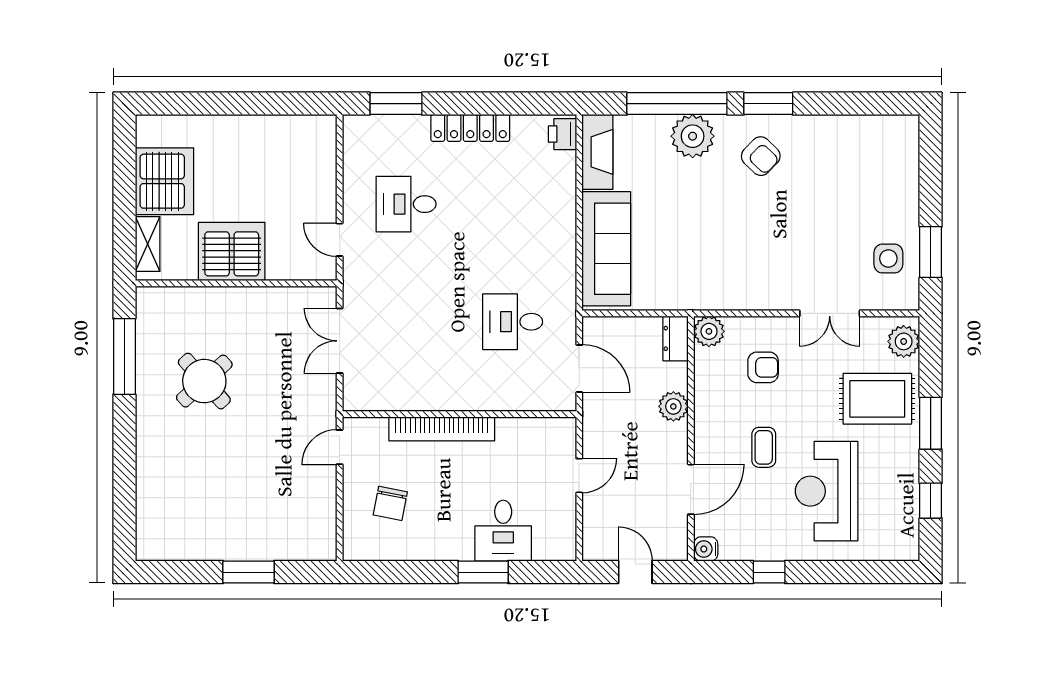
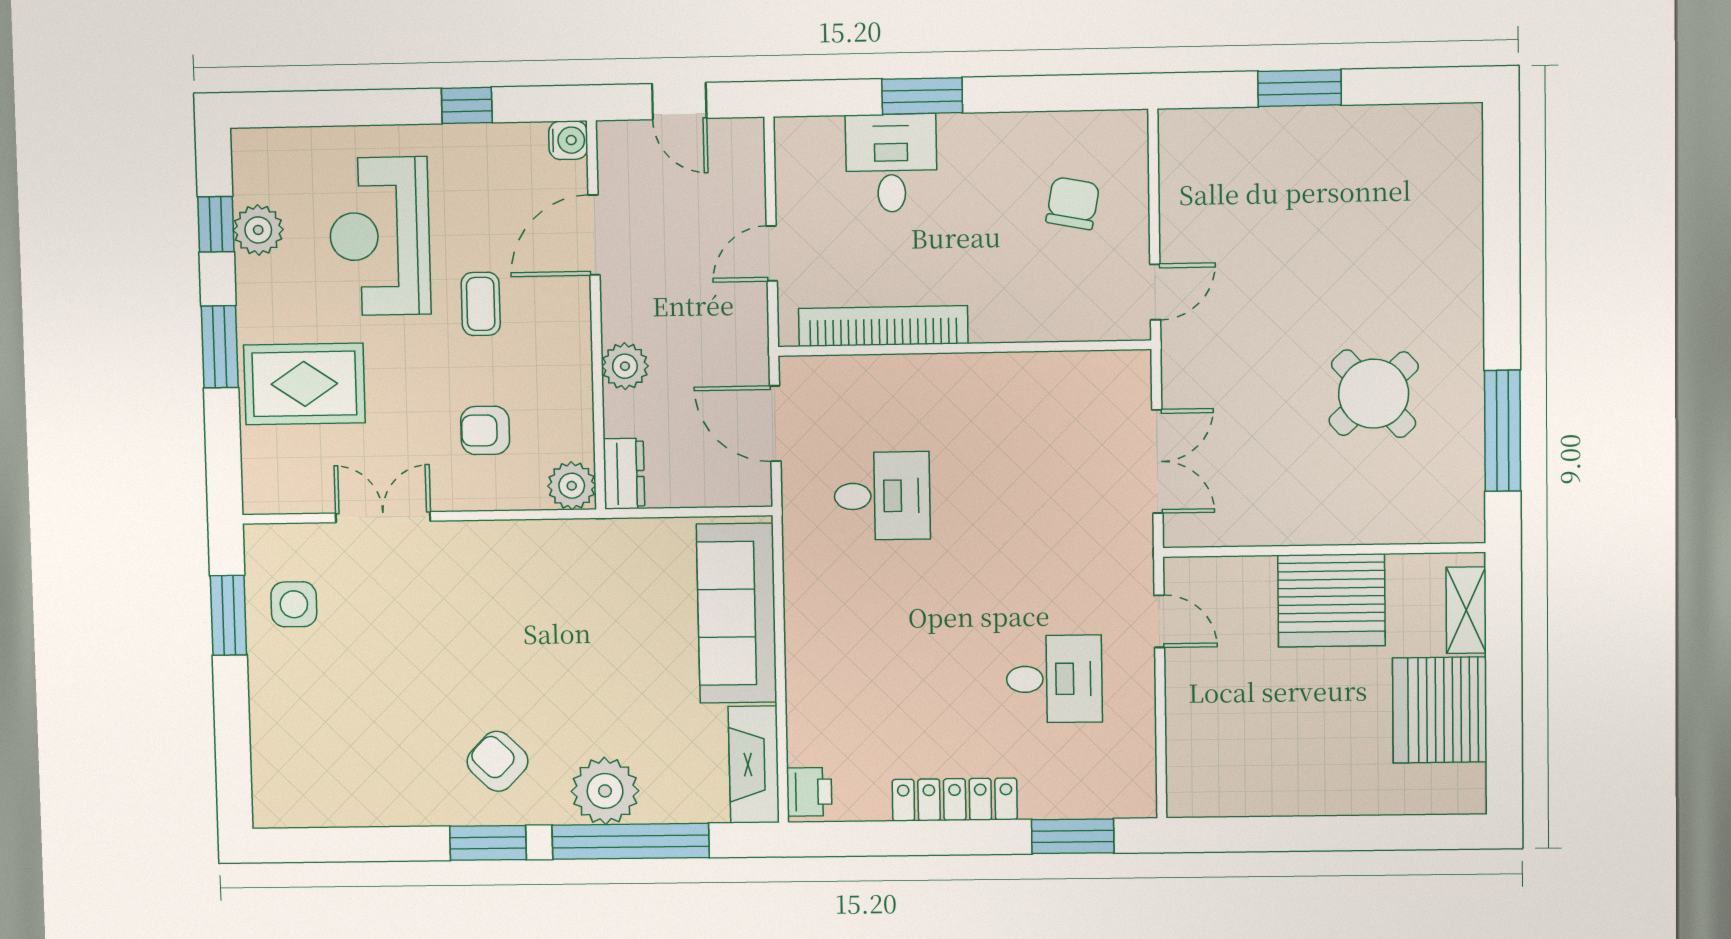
plant: (904, 341) -> (258, 230), moved
bookcase: (442, 429) -> (883, 326), moved
reception desk: (827, 491) -> (380, 236), turned 180

